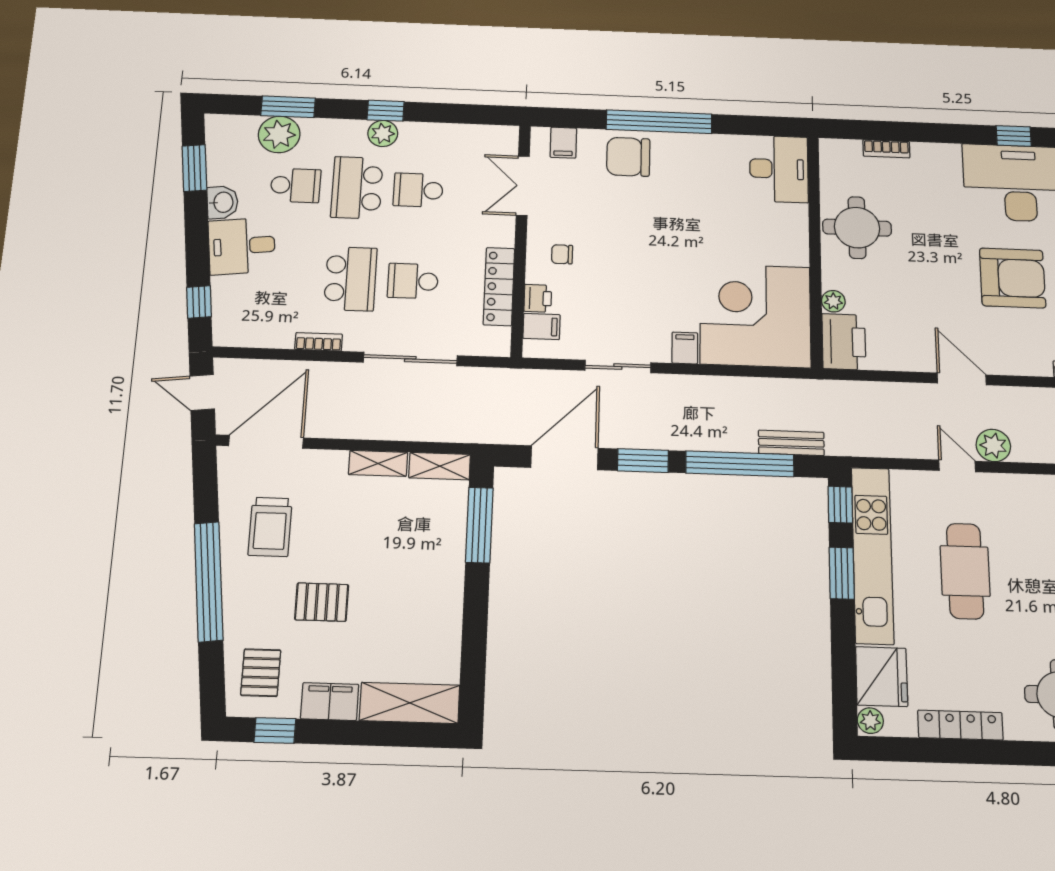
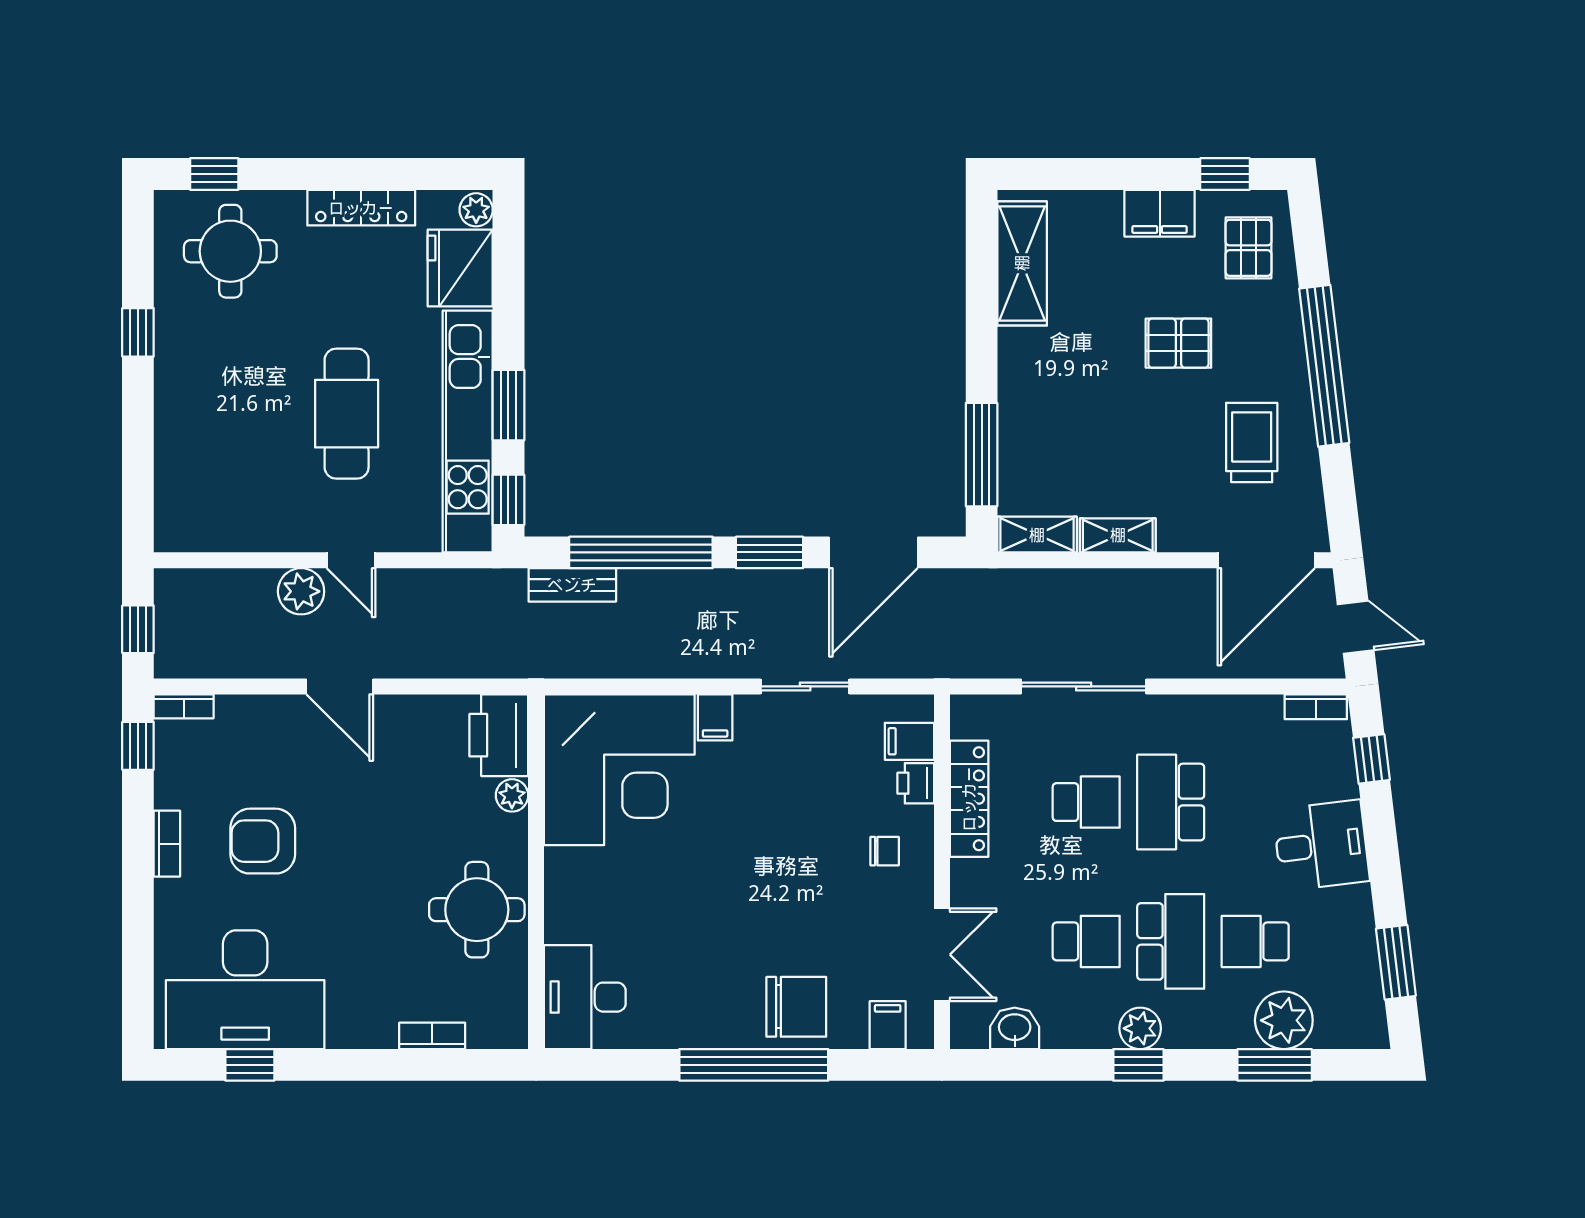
washbasin: (222, 202) -> (1015, 1028), moved, turned 97
armchair: (1013, 278) -> (263, 841), width x0.73, depth x0.73
bookcase: (319, 342) -> (1316, 707), moved
shelving: (410, 703) -> (1022, 263), moved, turned 90

